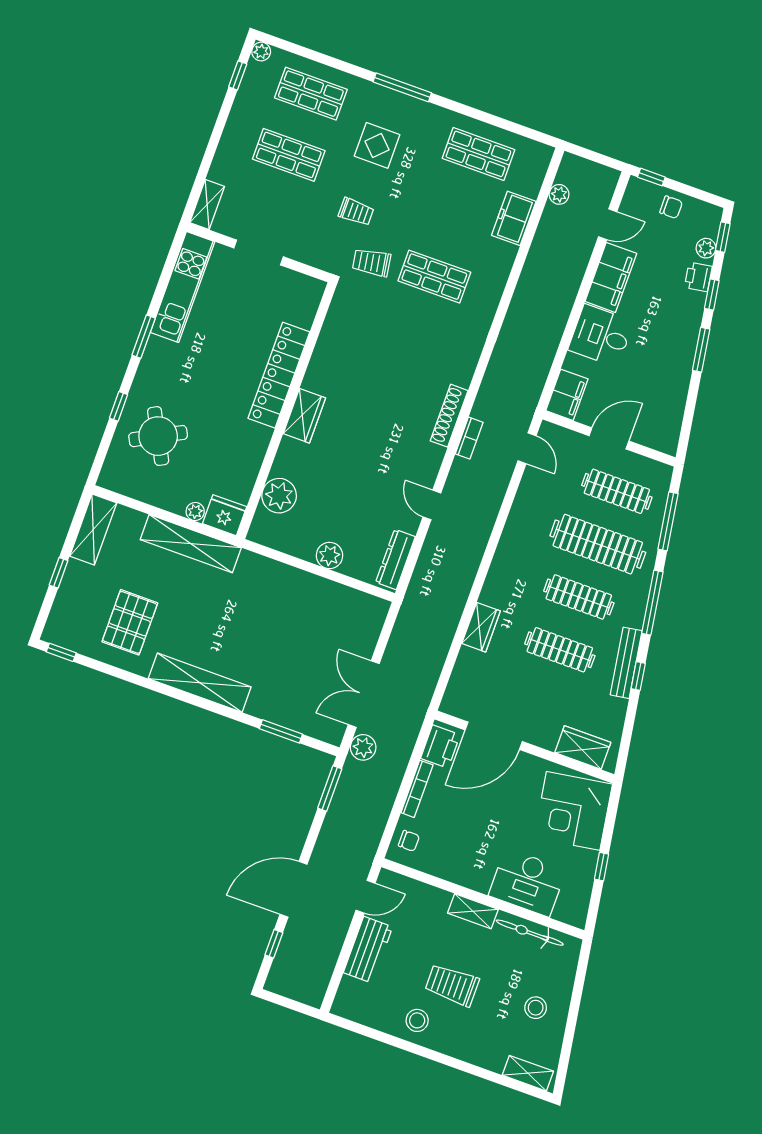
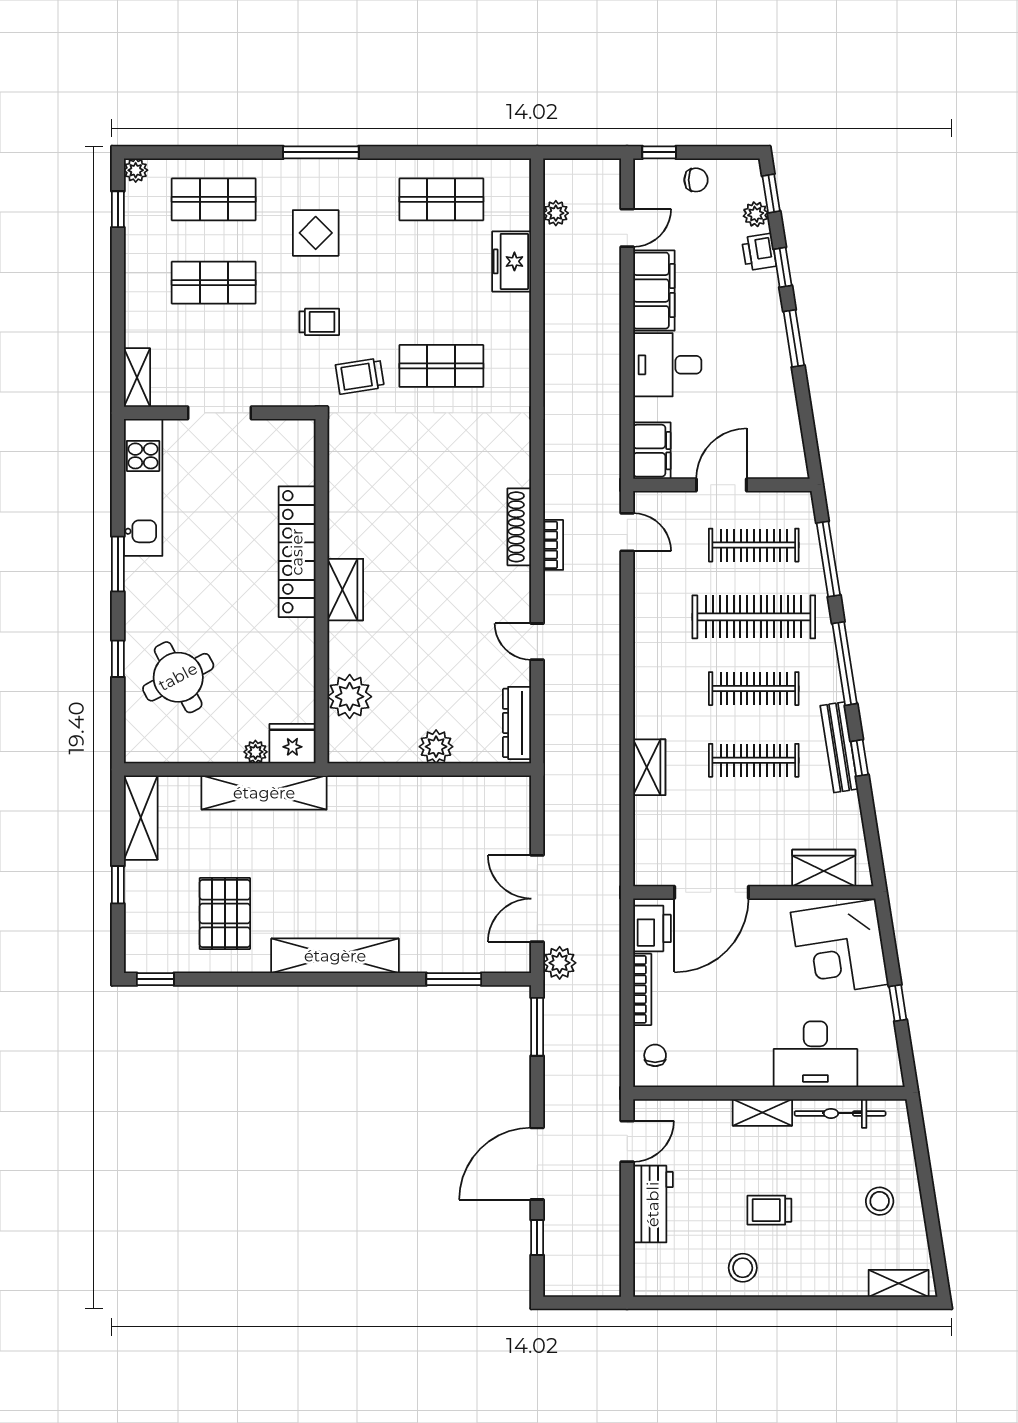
chair: (409, 841) -> (655, 1055), turned -90
trolley: (452, 985) -> (769, 1210), width x0.73, depth x0.72

